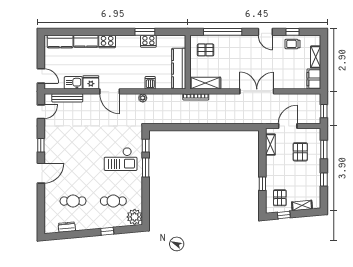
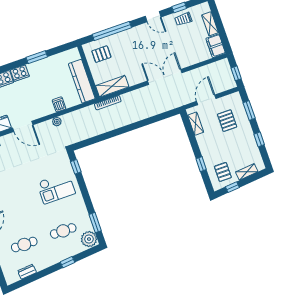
cooker: (148, 41) -> (20, 73), moved
window: (146, 167) -> (95, 223), moved

